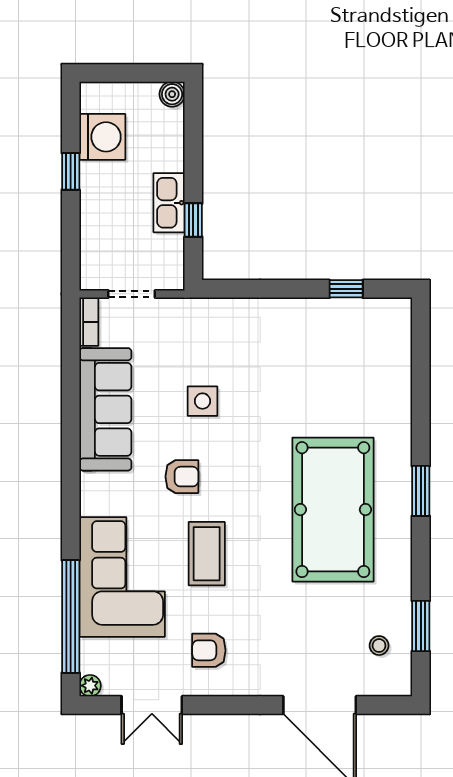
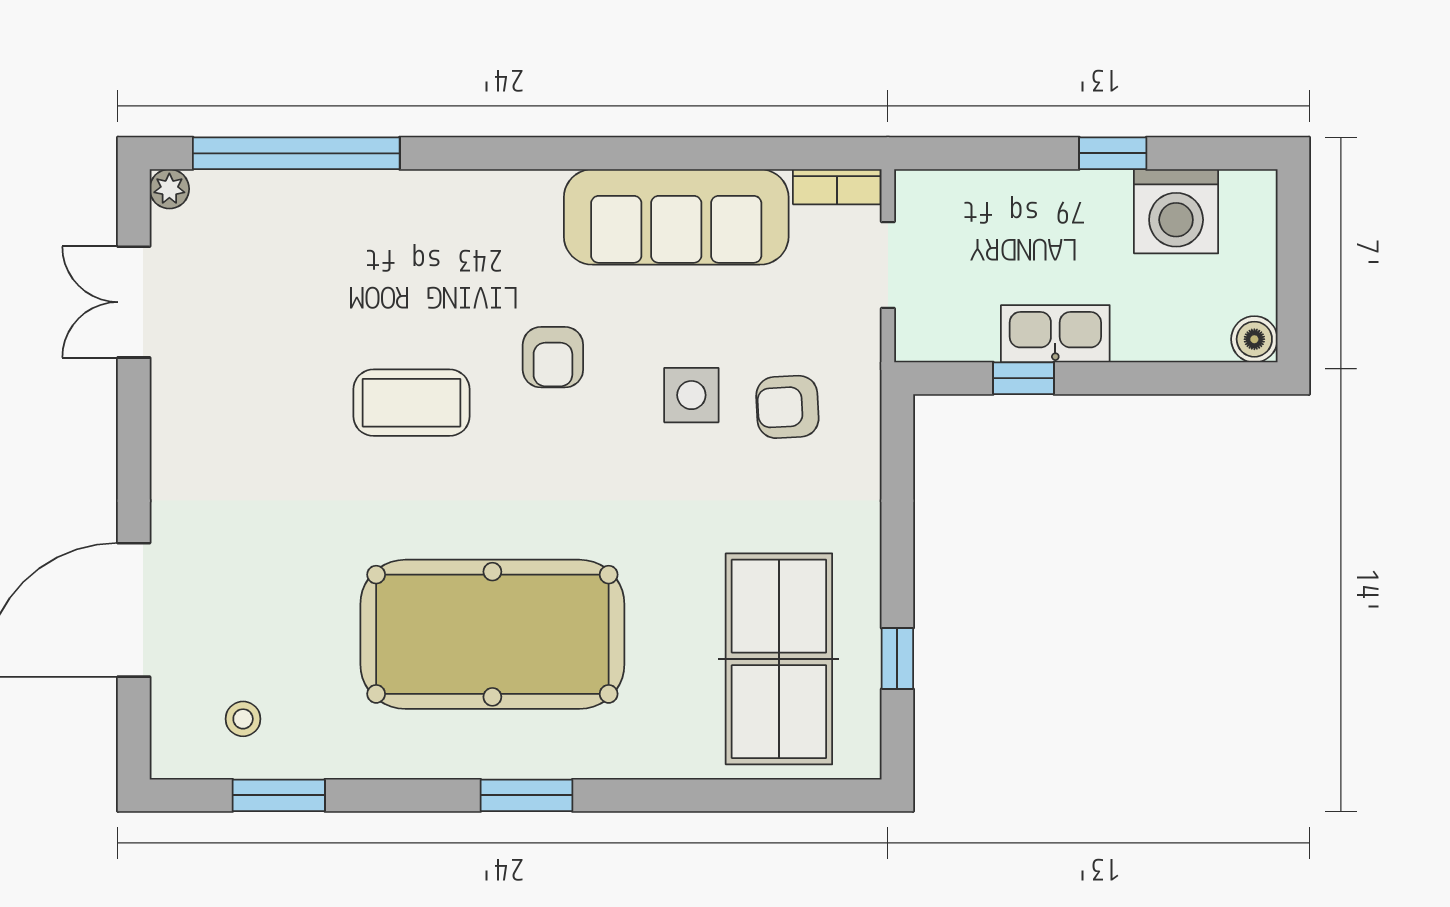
table tennis table: (346, 353) -> (779, 659), added
corner sofa: (122, 577) -> (369, 247), removed
armchair: (209, 650) -> (787, 407), moved, turned -93

